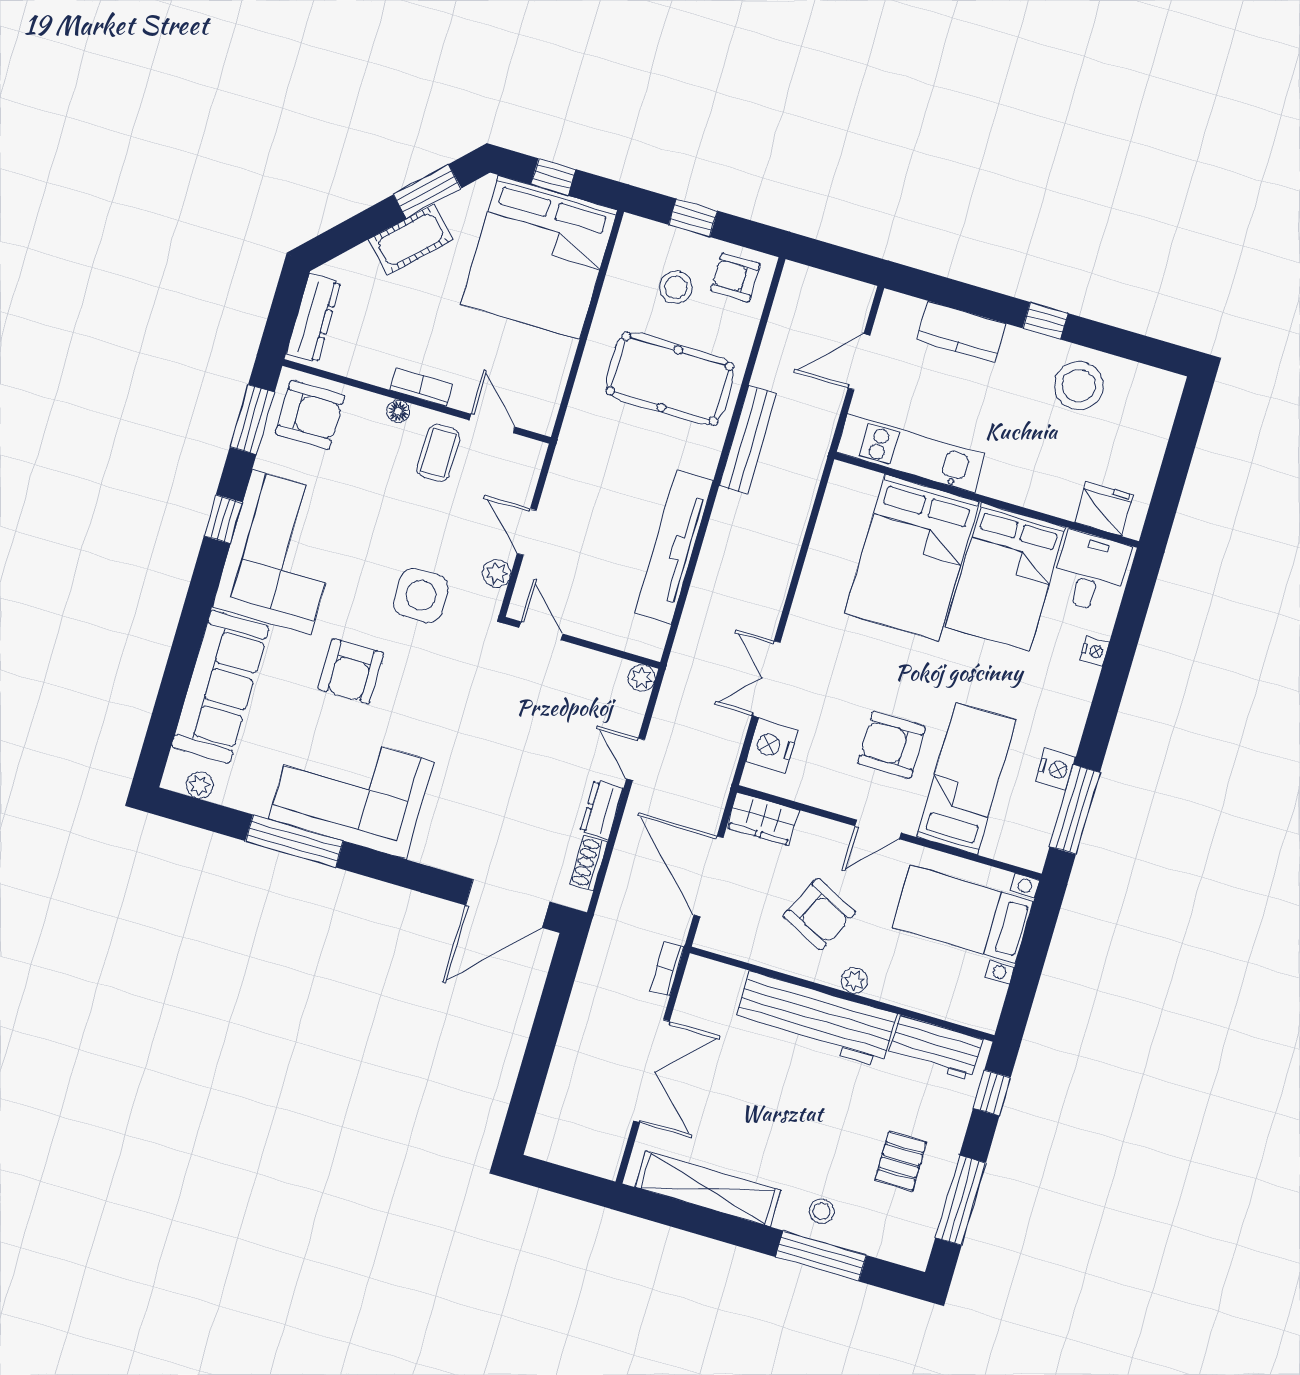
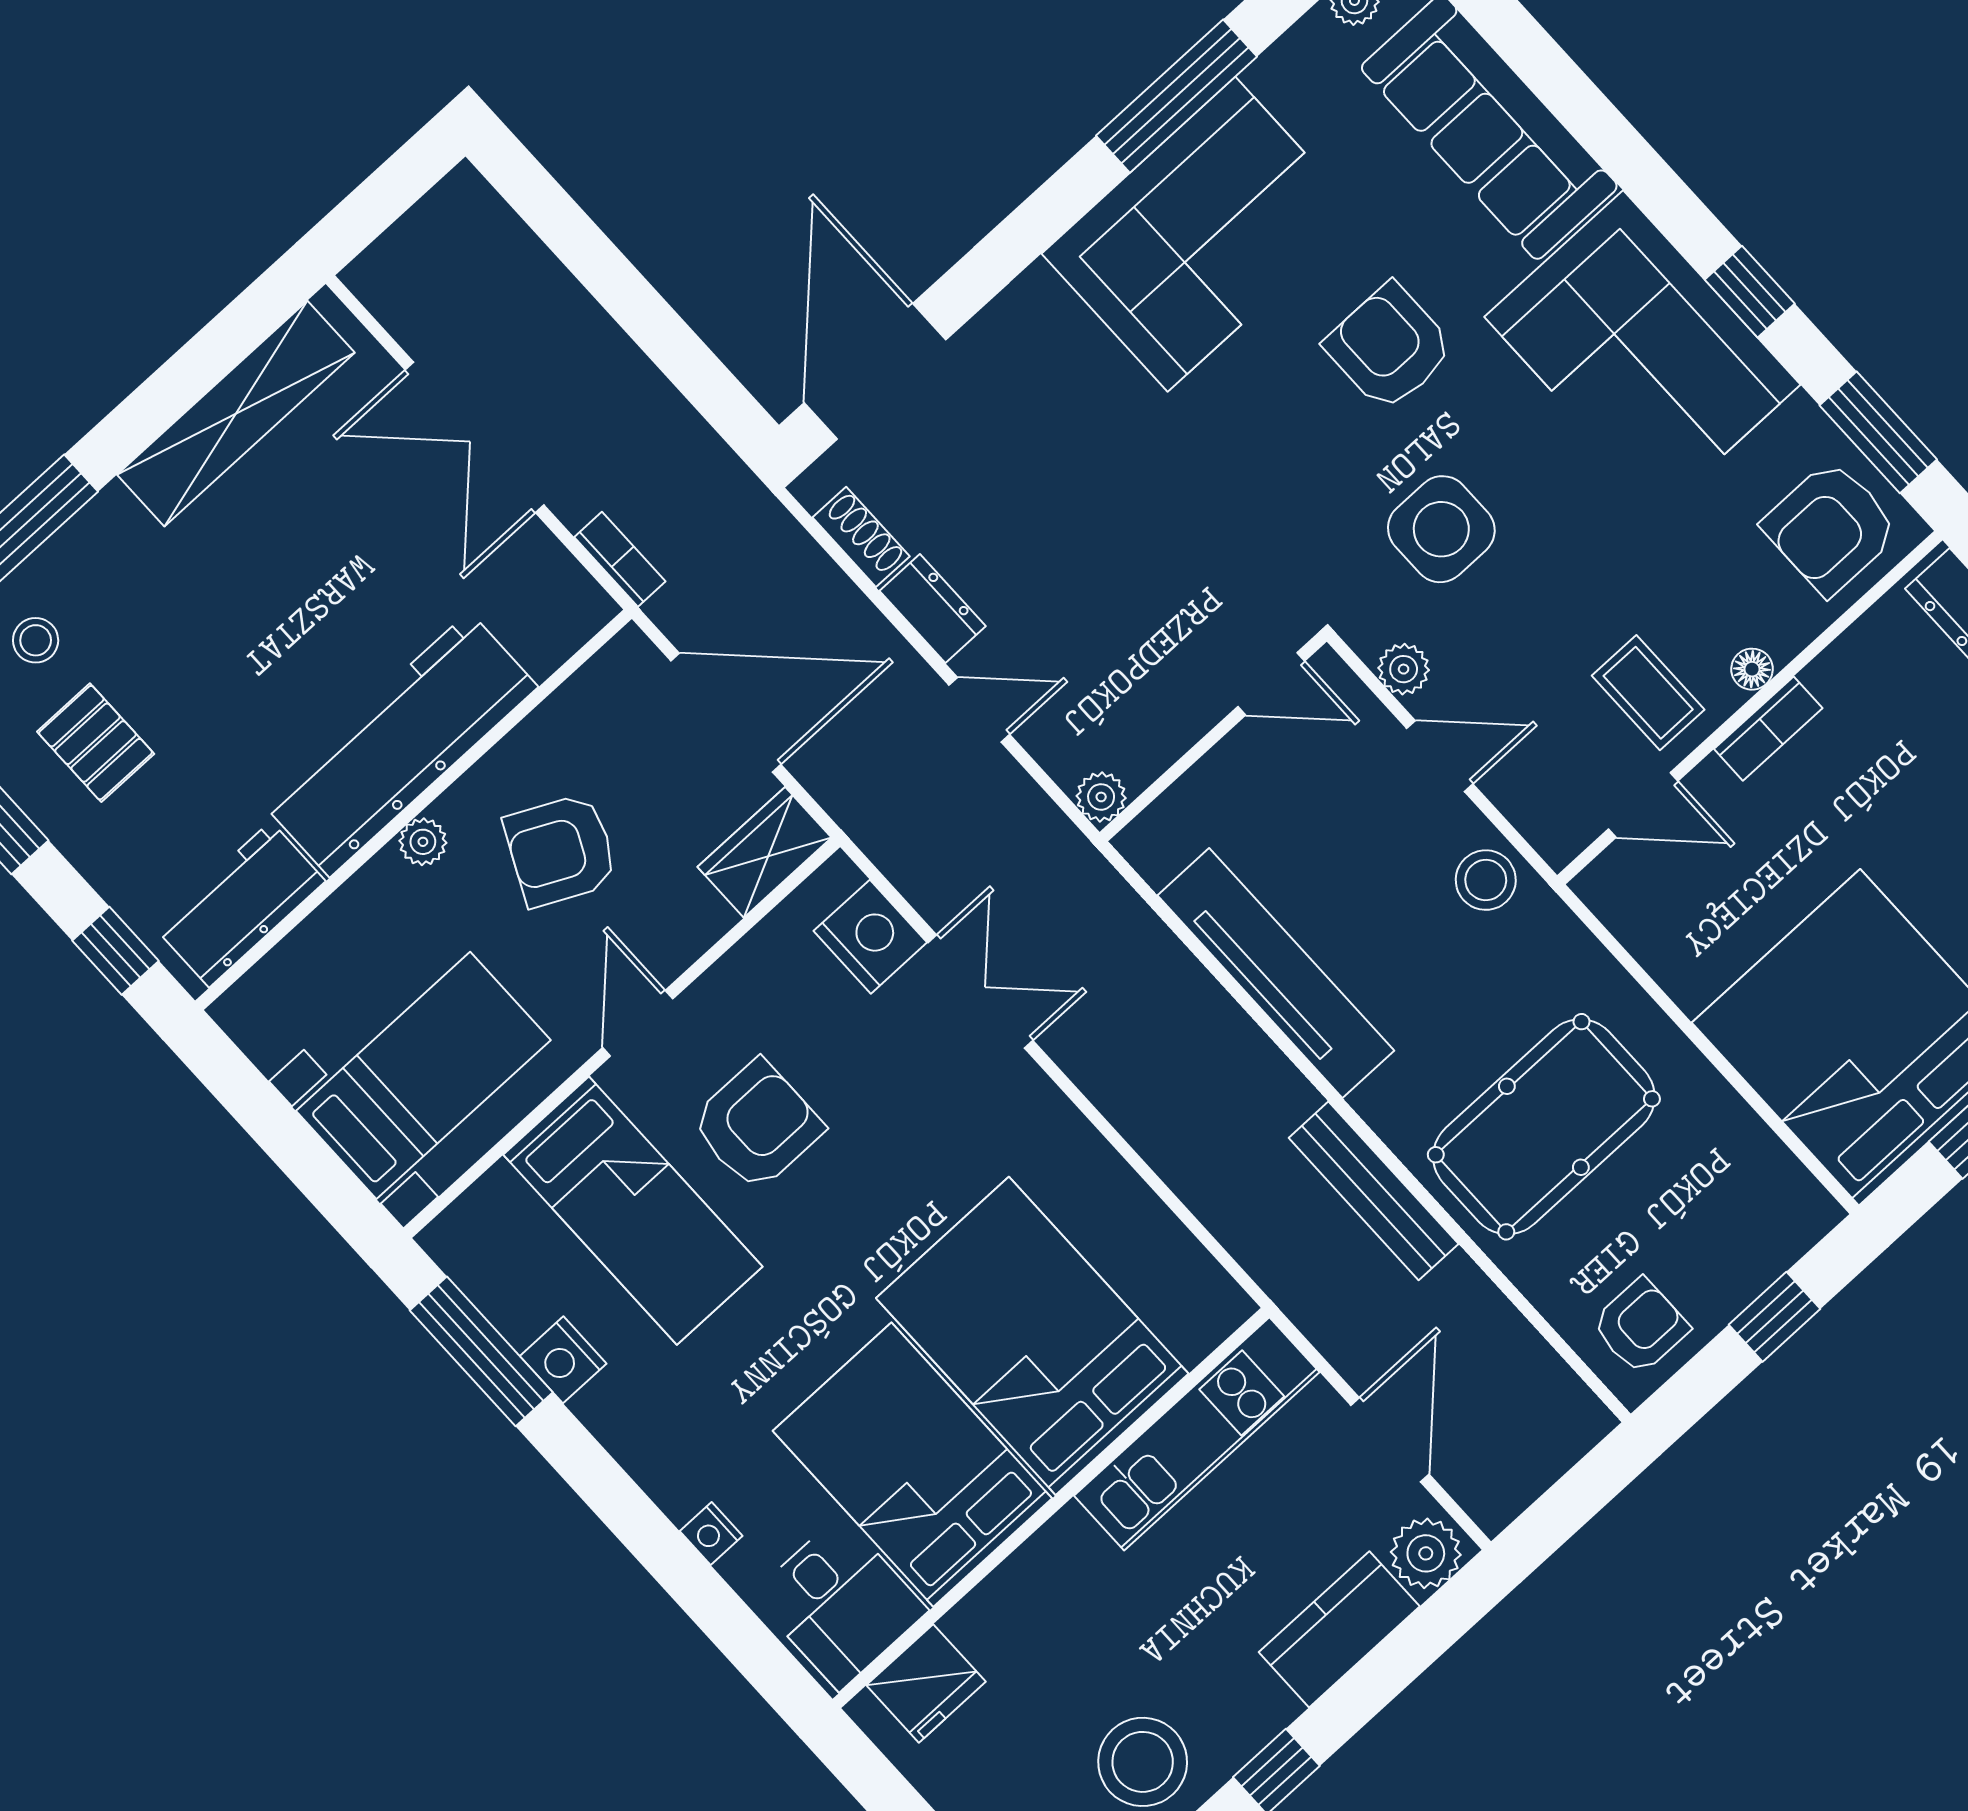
stool: (676, 287) -> (1486, 880), moved
plant: (902, 313) -> (1426, 1553), added
stool: (822, 1211) -> (36, 640), moved

